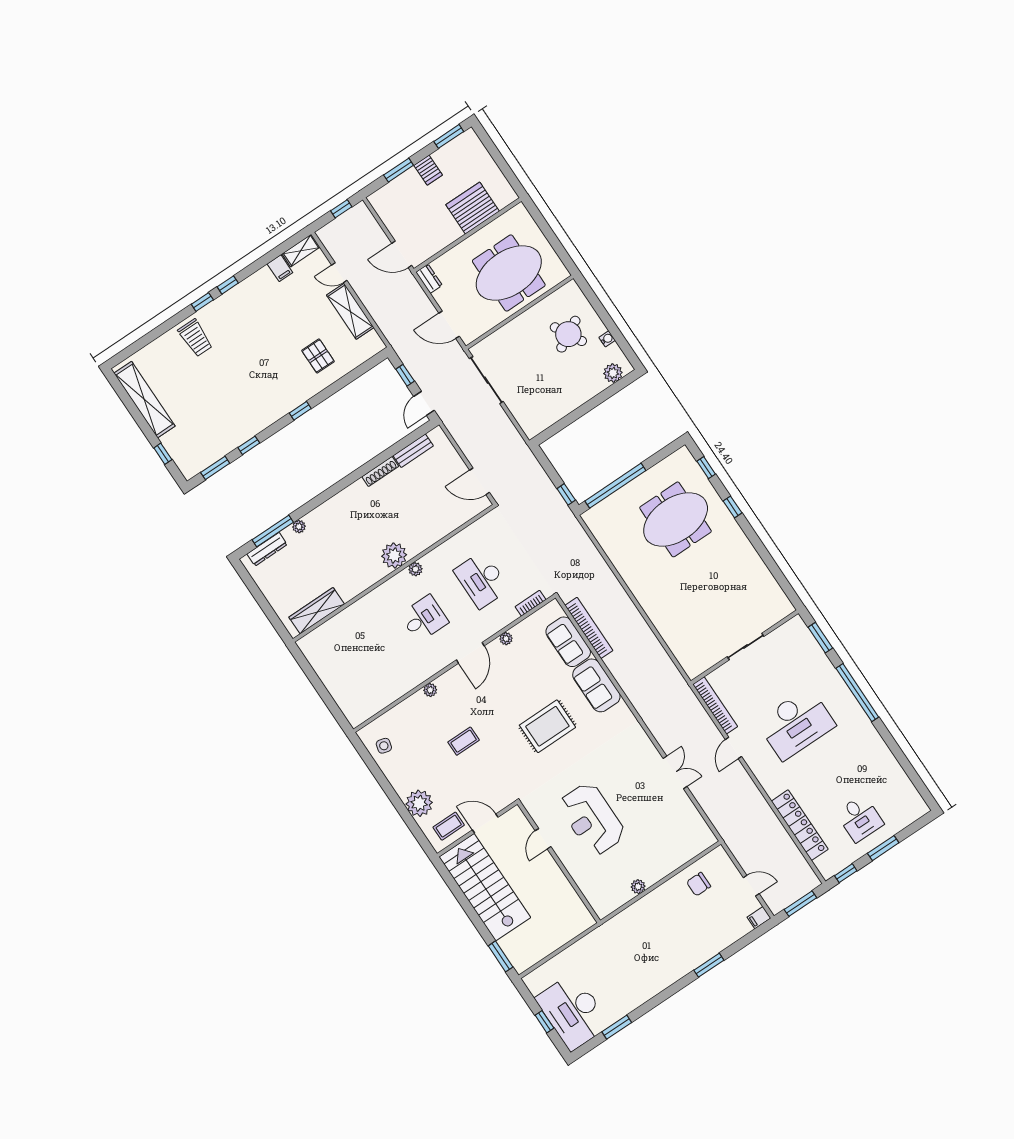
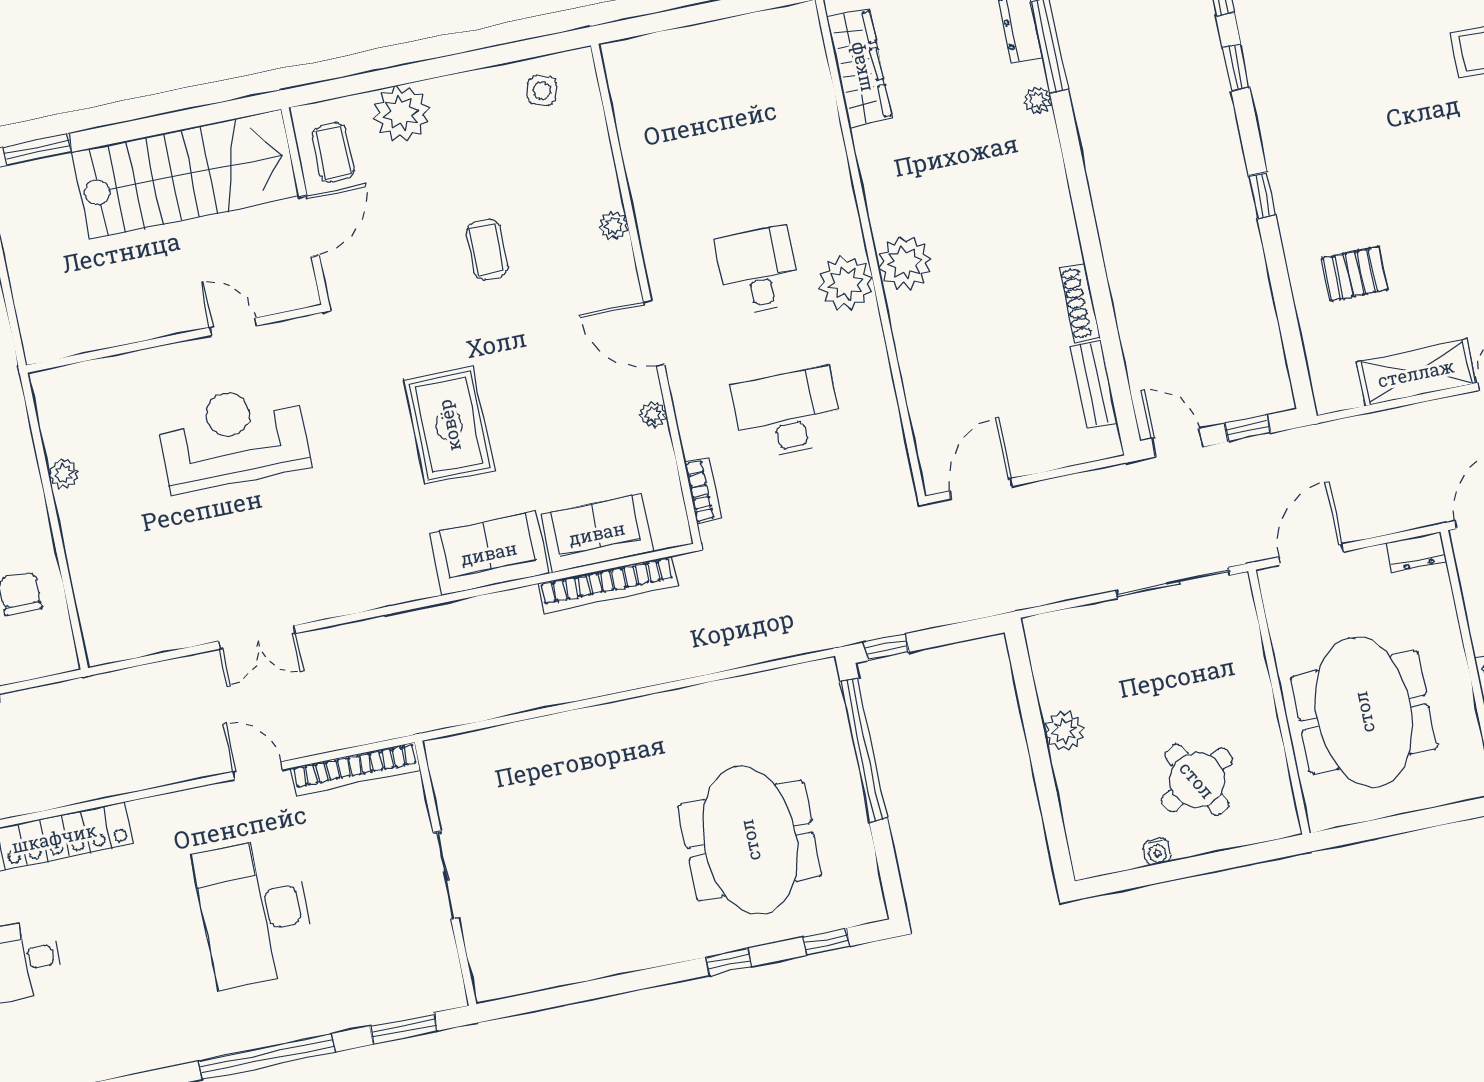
plant: (613, 373) -> (1064, 731), moved
plant: (415, 569) -> (846, 283), width x1.88, depth x1.88
desk: (424, 618) -> (758, 271), turned 180

